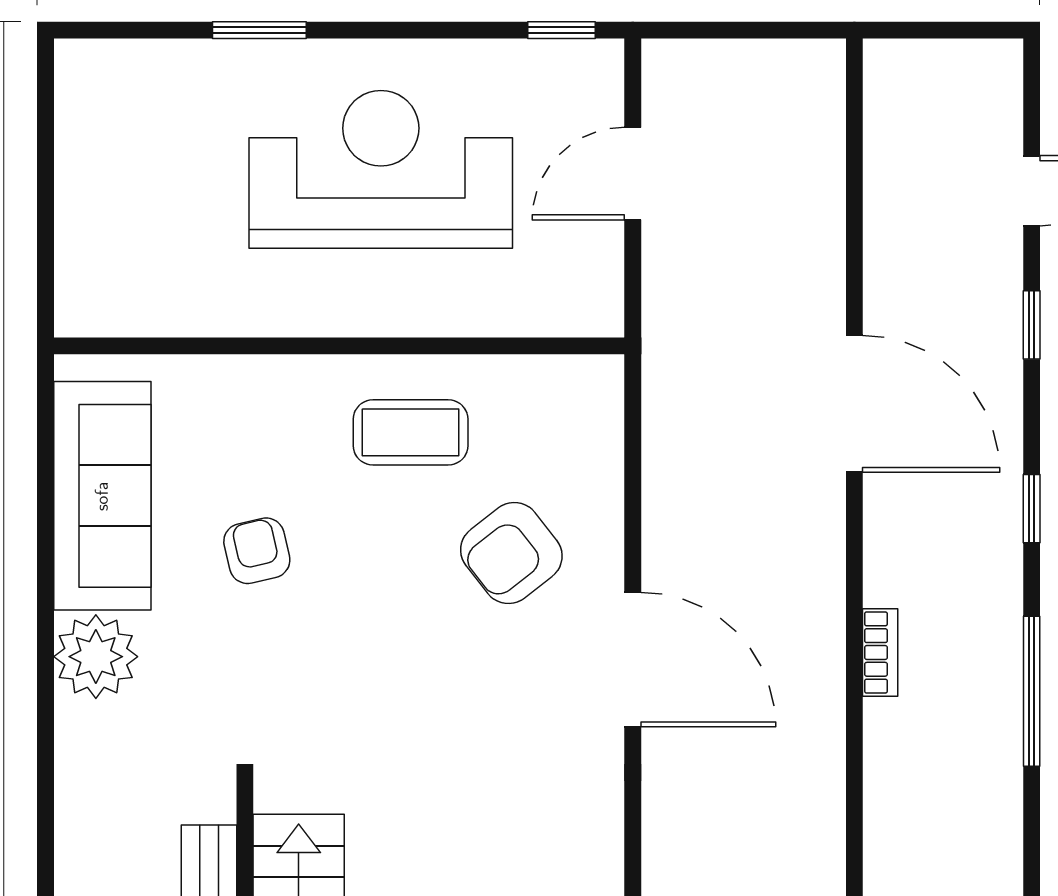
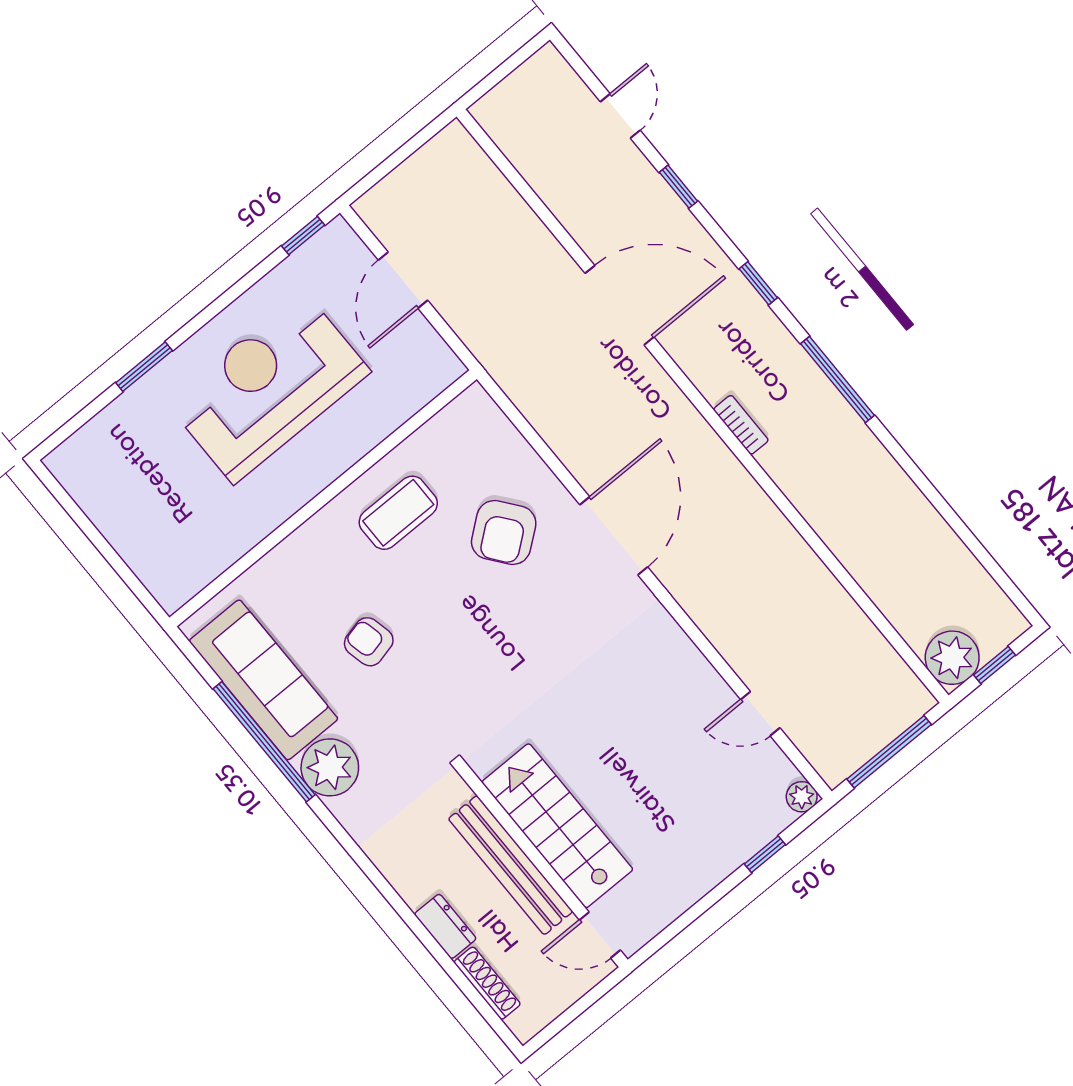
window: (45, 566) -> (264, 742), added
door: (633, 660) -> (614, 536), hinge flipped

